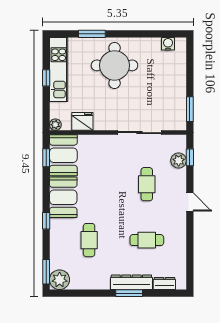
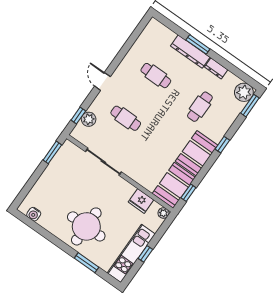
cafe table: (147, 184) -> (126, 118), turned 90
dresser: (164, 283) -> (216, 68), moved

